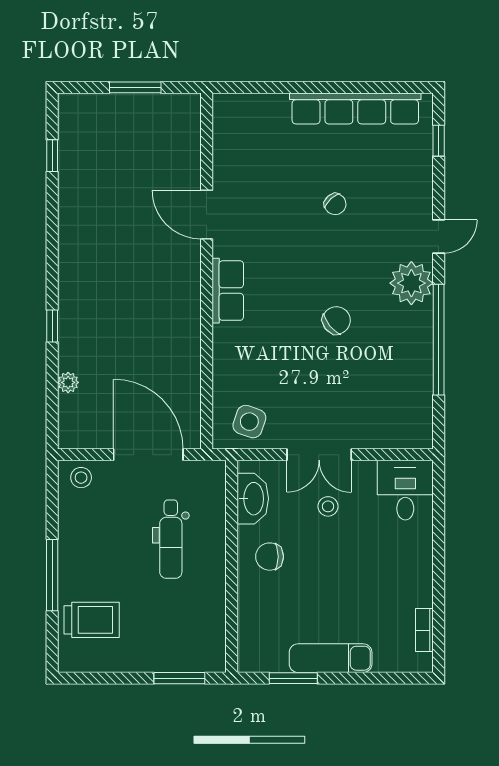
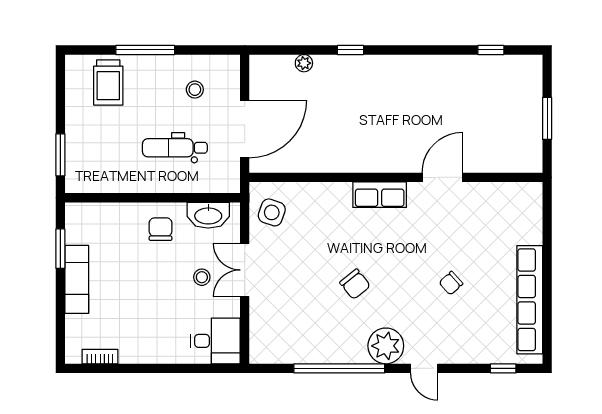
stool: (81, 478) -> (195, 90), moved

